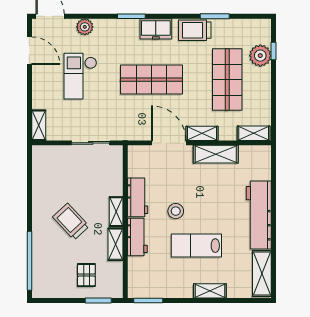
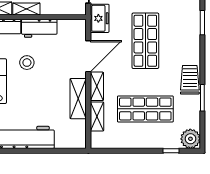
freezer: (156, 29) -> (100, 18), moved, turned 180
plant: (260, 56) -> (190, 139), moved
shelving: (254, 133) -> (97, 116), moved

